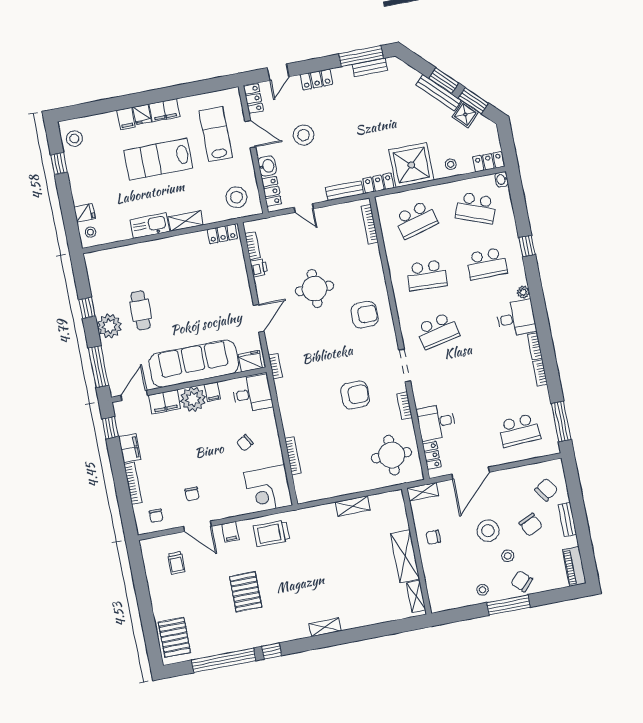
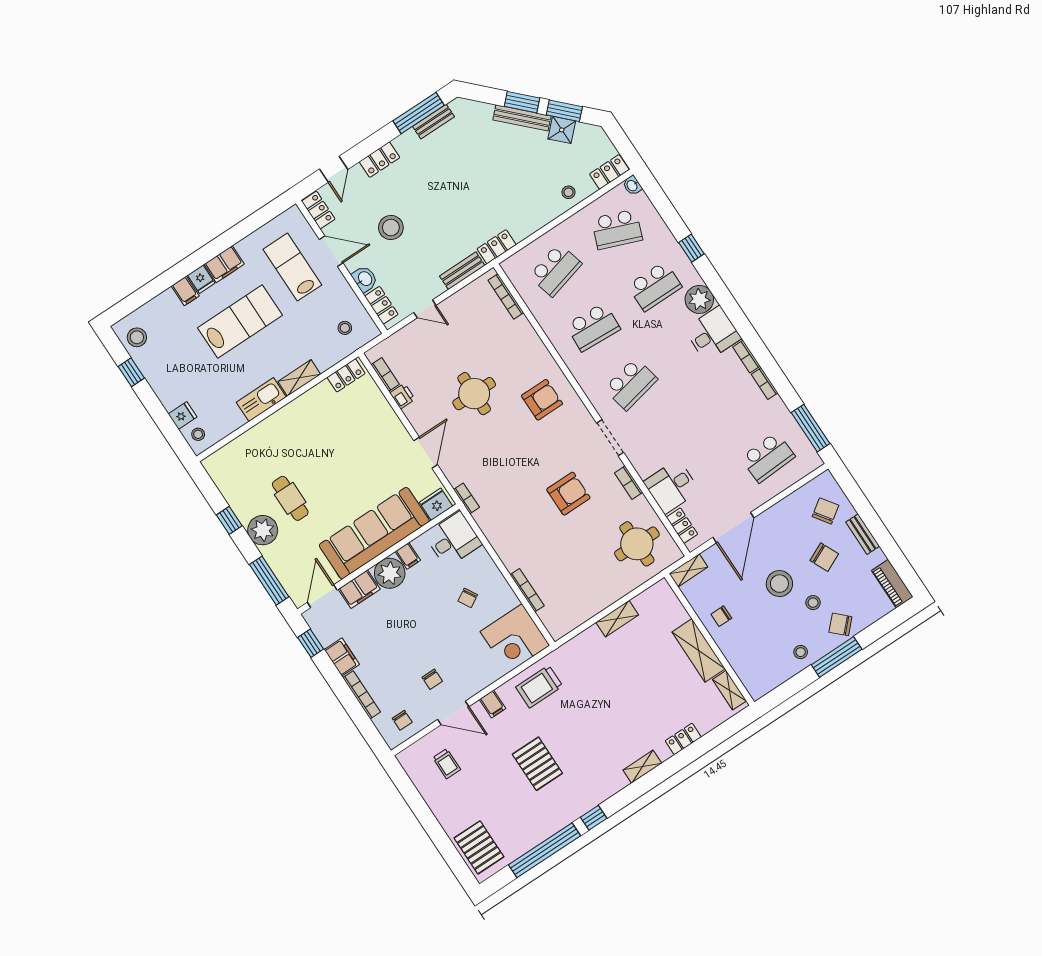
lab bench: (158, 159) -> (240, 322), turned 180
shower: (411, 165) -> (525, 211), removed
stool: (236, 197) -> (345, 328), width x0.53, depth x0.53
plant: (523, 292) -> (699, 299), width x1.87, depth x1.87
locker: (365, 619) -> (683, 739), added

